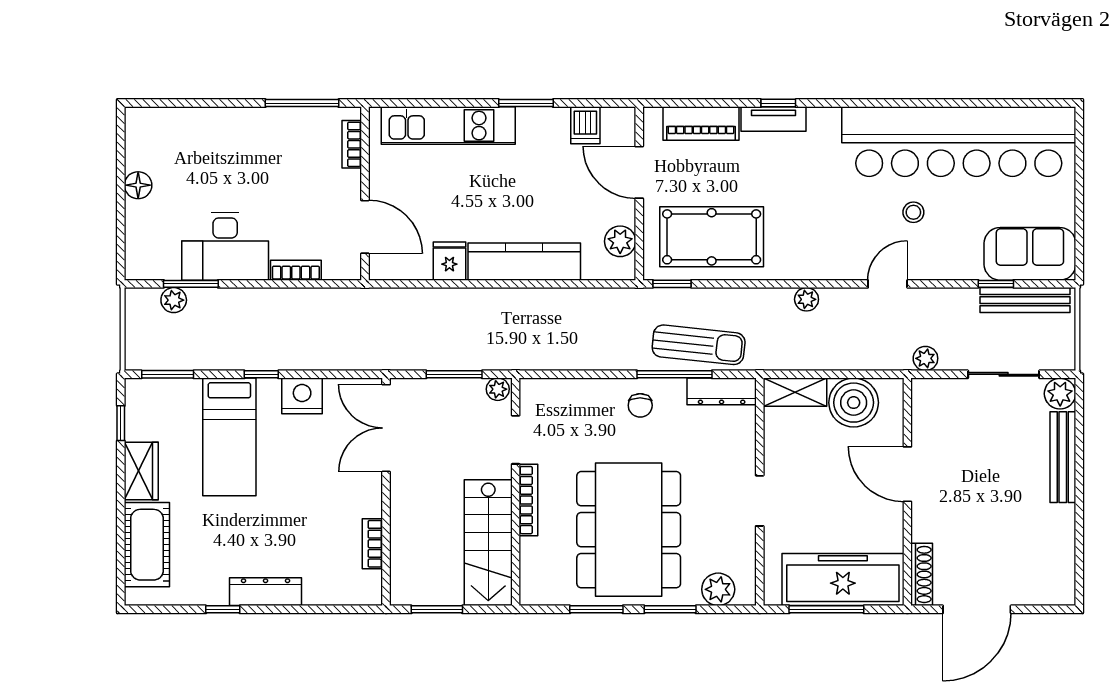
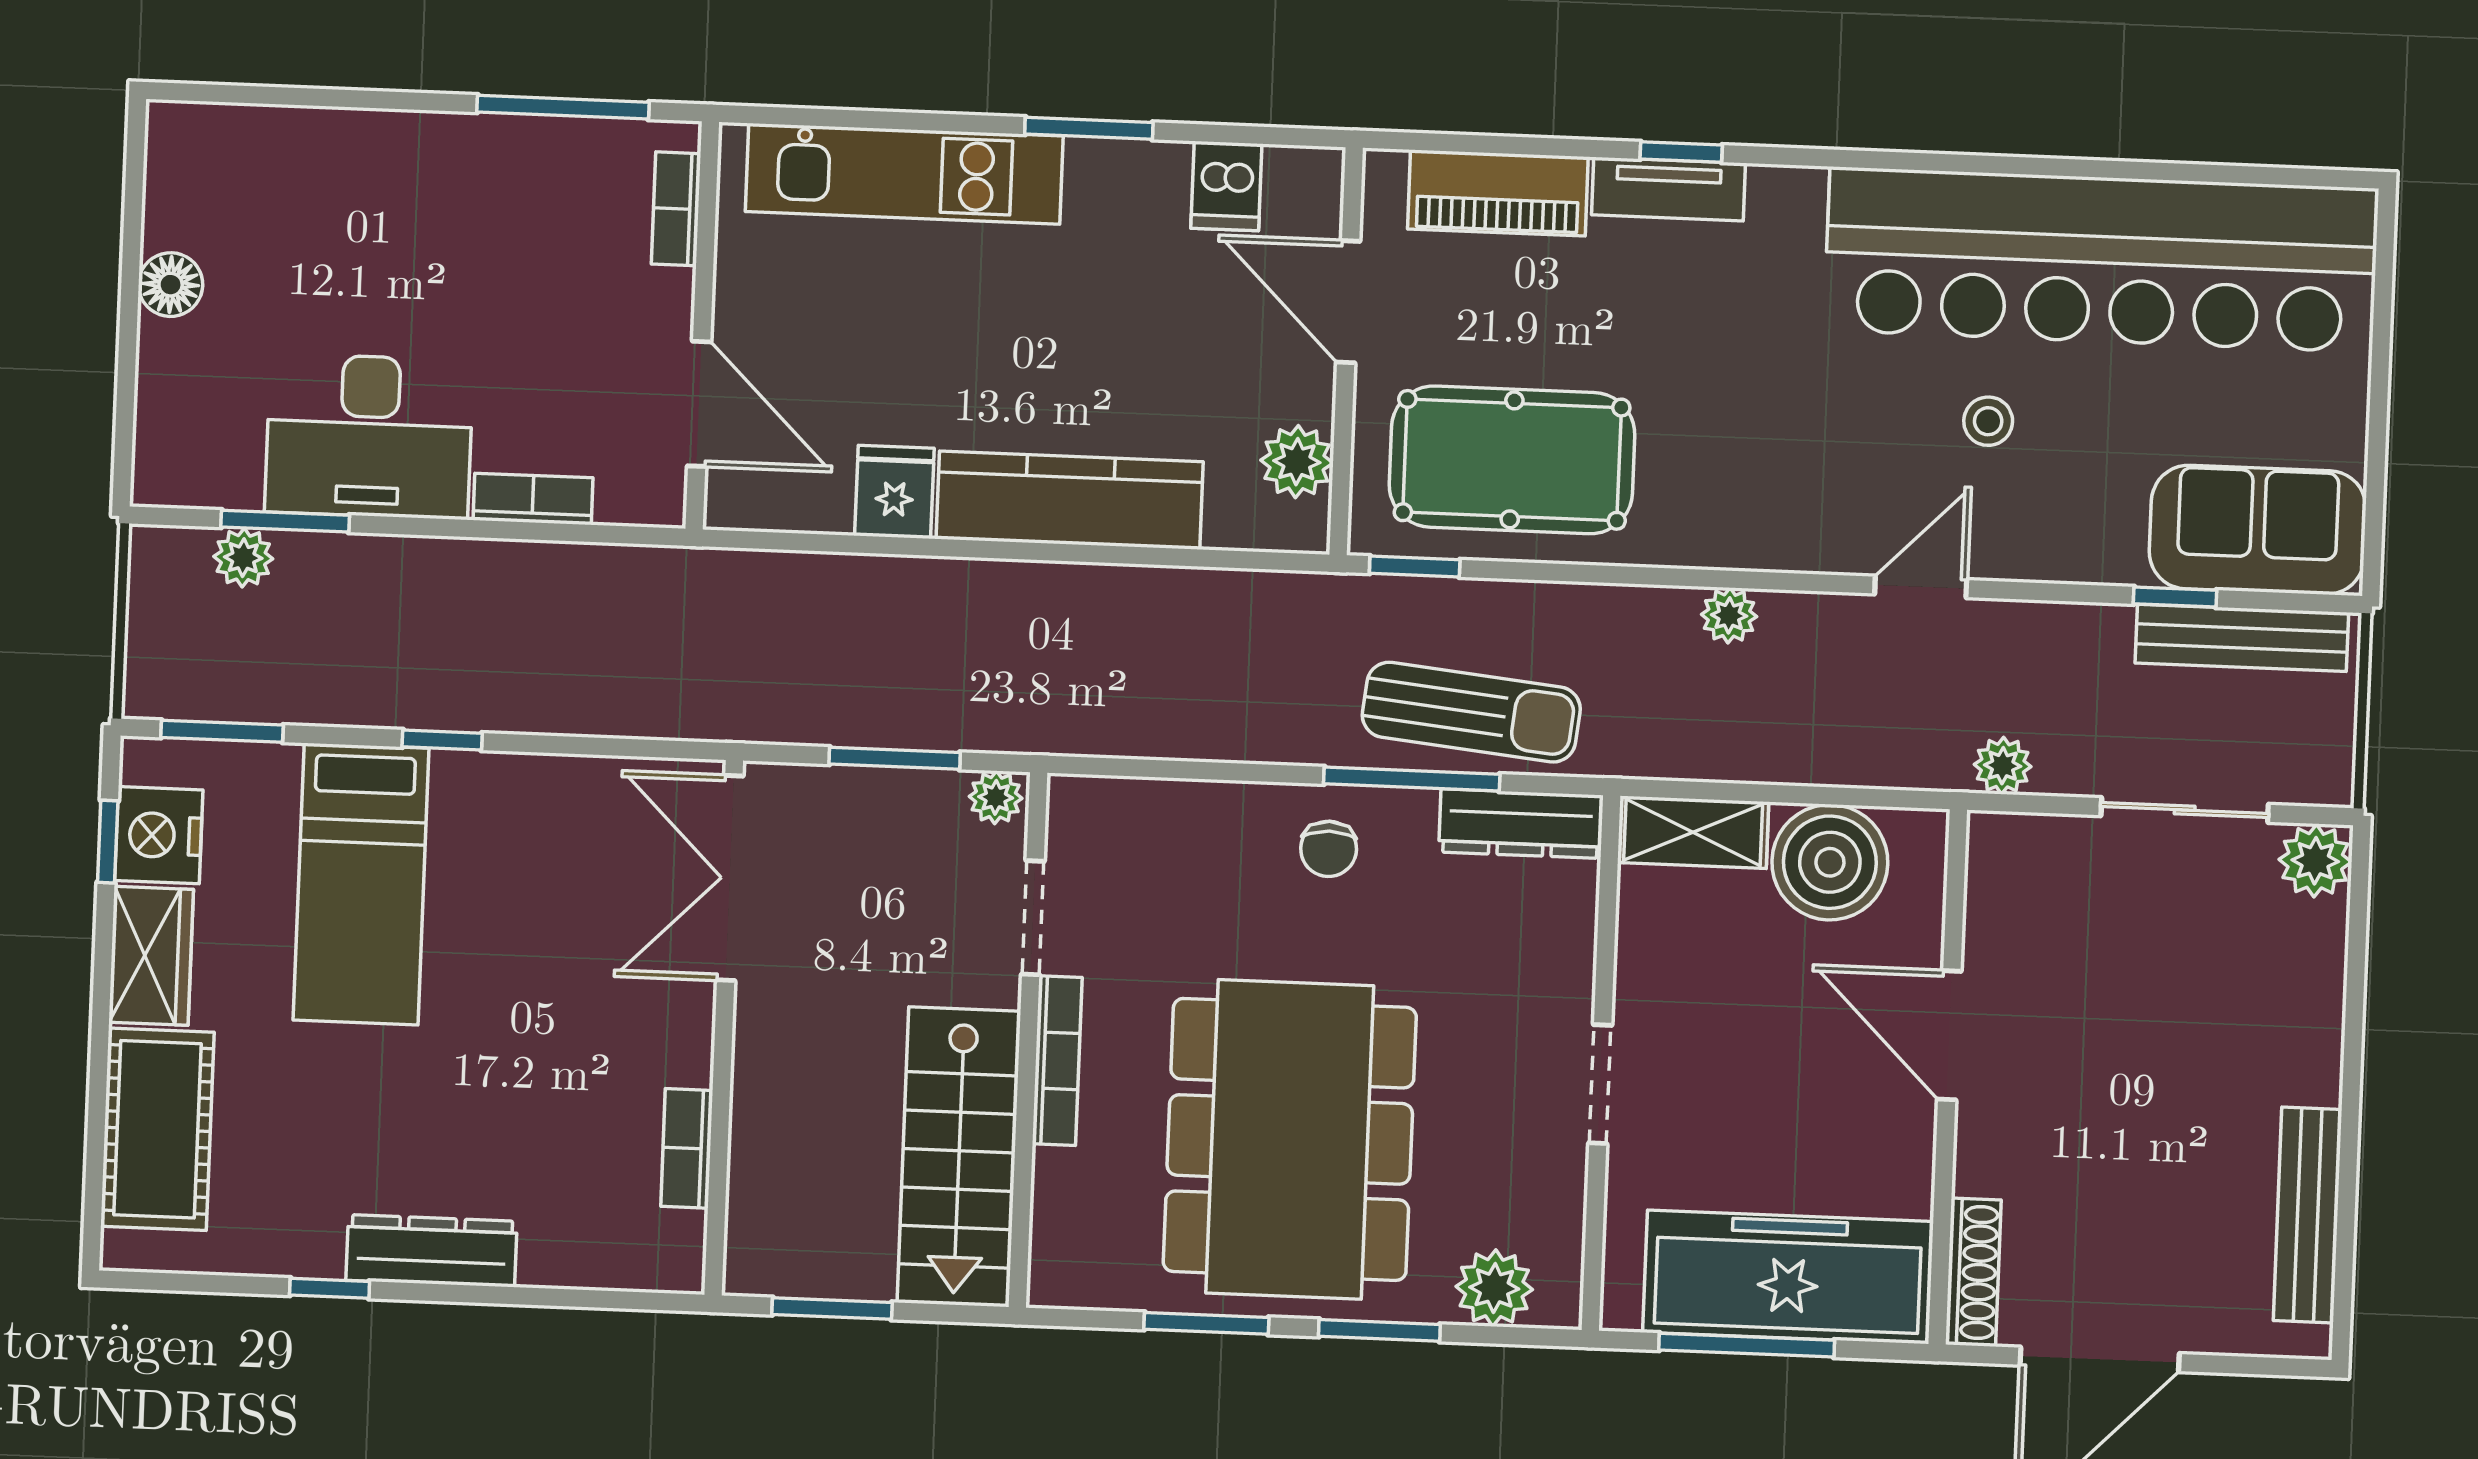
nightstand: (302, 396) -> (159, 835), moved, turned -90
bench: (1063, 457) -> (2308, 1215), moved

